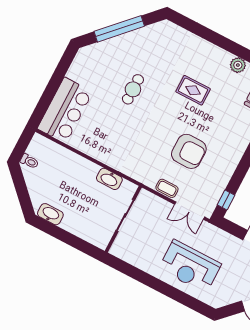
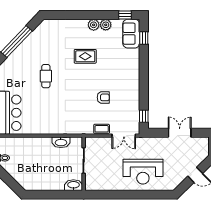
plant: (223, 57) -> (94, 25), added
armchair: (189, 151) -> (103, 97), width x0.53, depth x0.53
washbasin: (50, 214) -> (73, 185), moved

